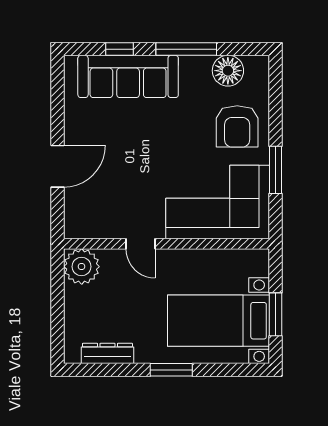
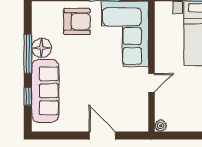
floor lamp: (228, 71) -> (42, 48), moved
plant: (82, 267) -> (161, 126), width x0.53, depth x0.53

